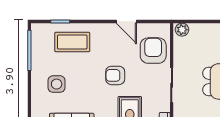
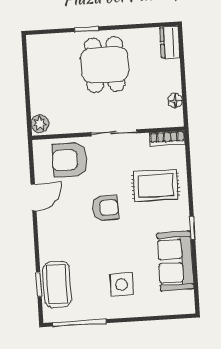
coffee table: (72, 42) -> (57, 284), moved
armchair: (115, 75) -> (105, 208), turned -90

